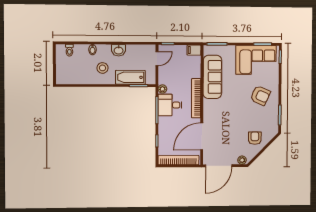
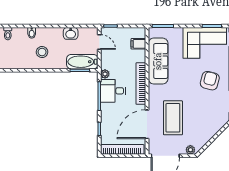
washbasin: (119, 50) -> (71, 33), moved
filing cabinet: (194, 50) -> (138, 44), moved
door: (157, 59) -> (99, 42), hinge flipped
bathtub: (130, 77) -> (82, 62), moved
armchair: (260, 95) -> (210, 81), turned -99
coffee table: (226, 130) -> (173, 118), added
armchair: (255, 138) -> (204, 126), removed

